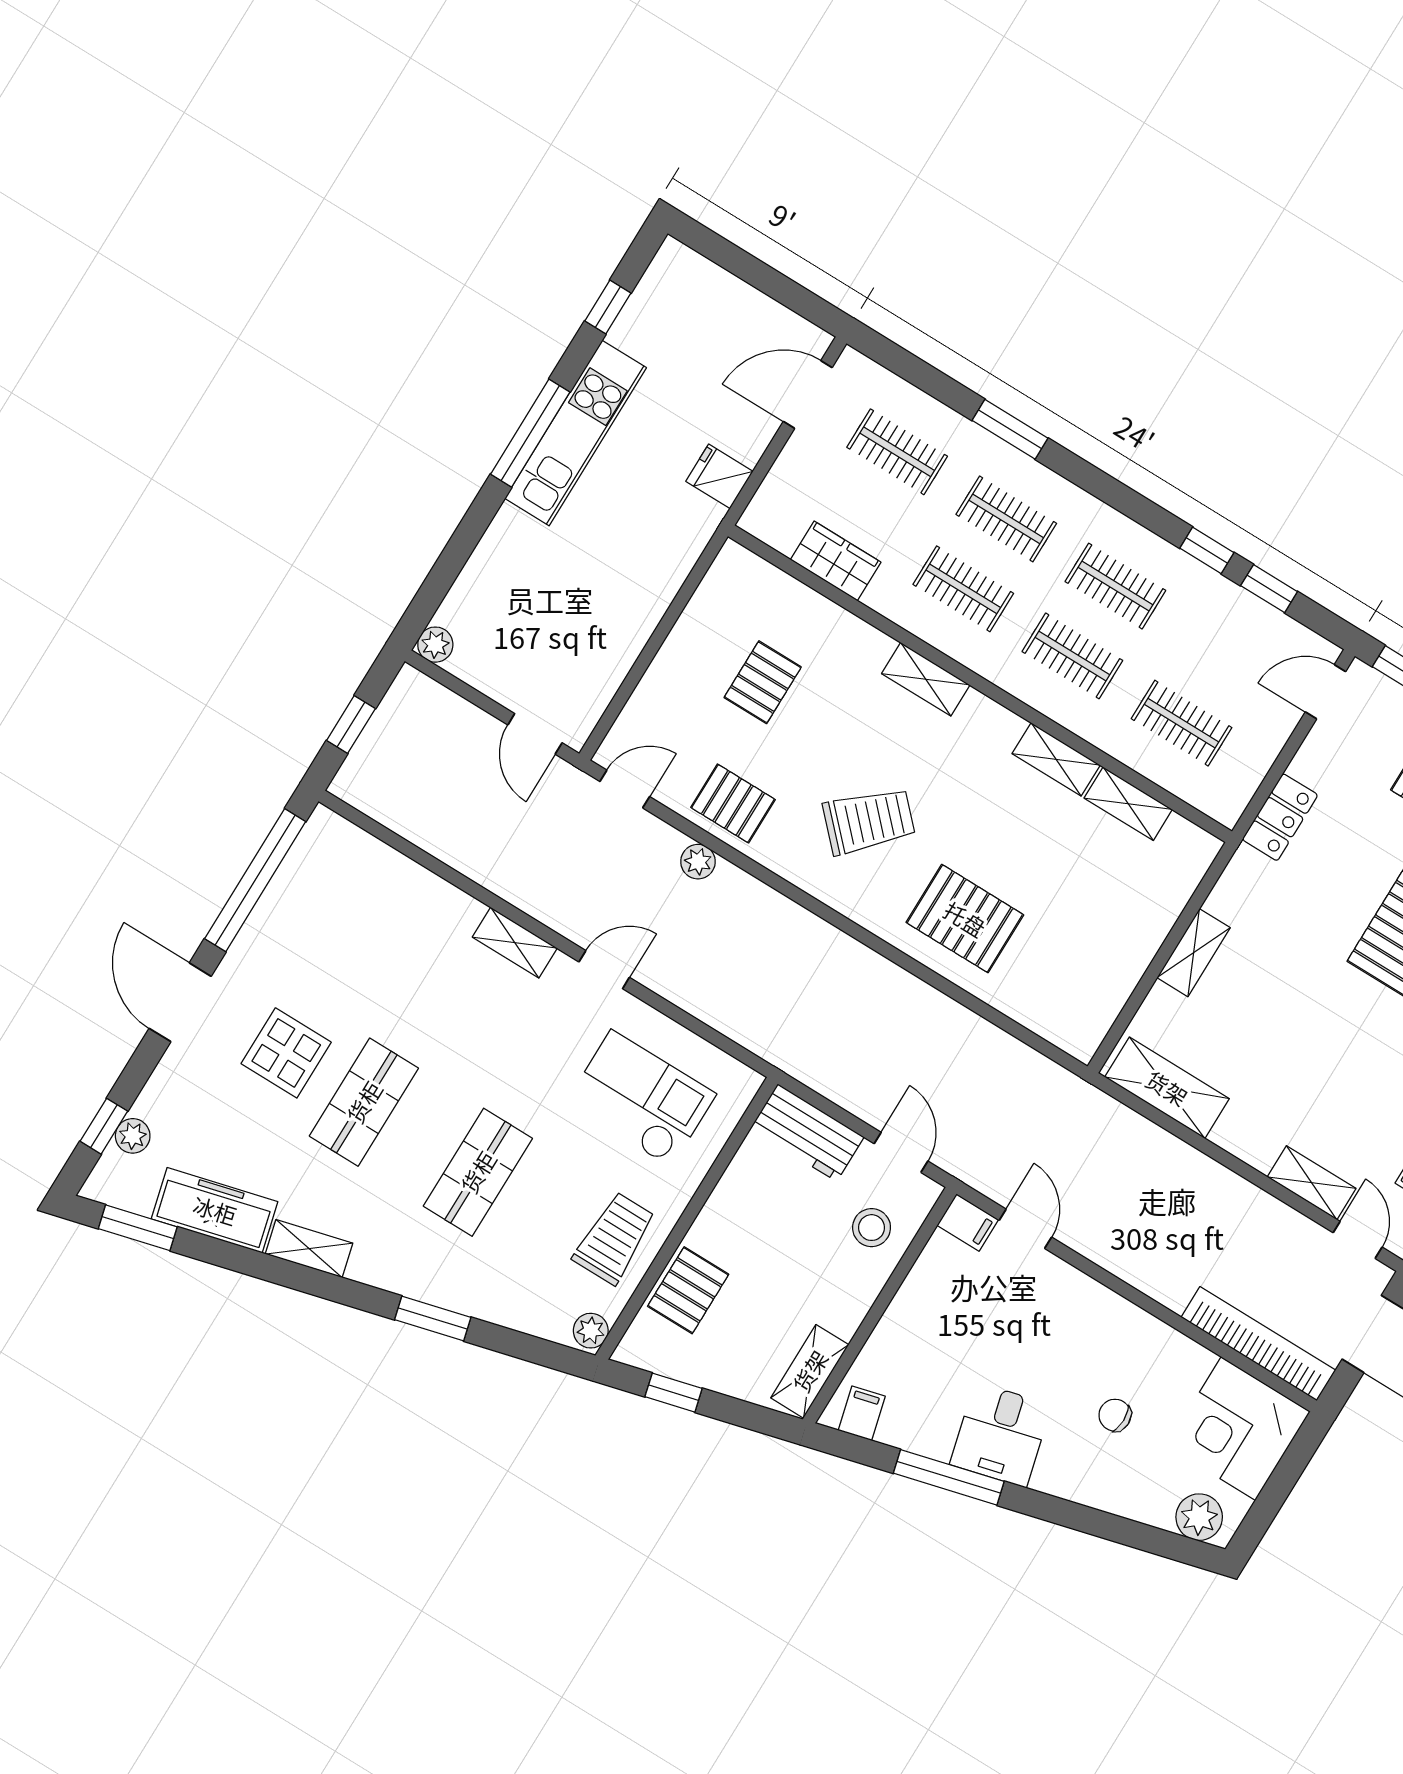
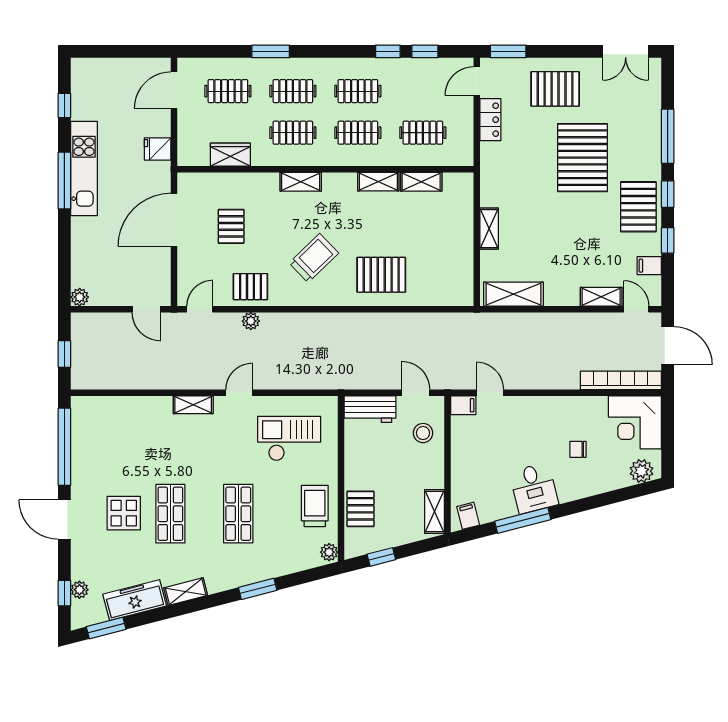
door: (674, 612) -> (174, 220), added
locker: (1280, 817) -> (490, 120), moved

